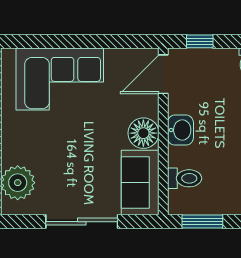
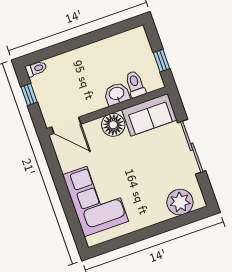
window: (200, 41) -> (29, 95), moved
washbasin: (180, 130) -> (117, 94), moved
window: (202, 222) -> (162, 61), width x0.67

